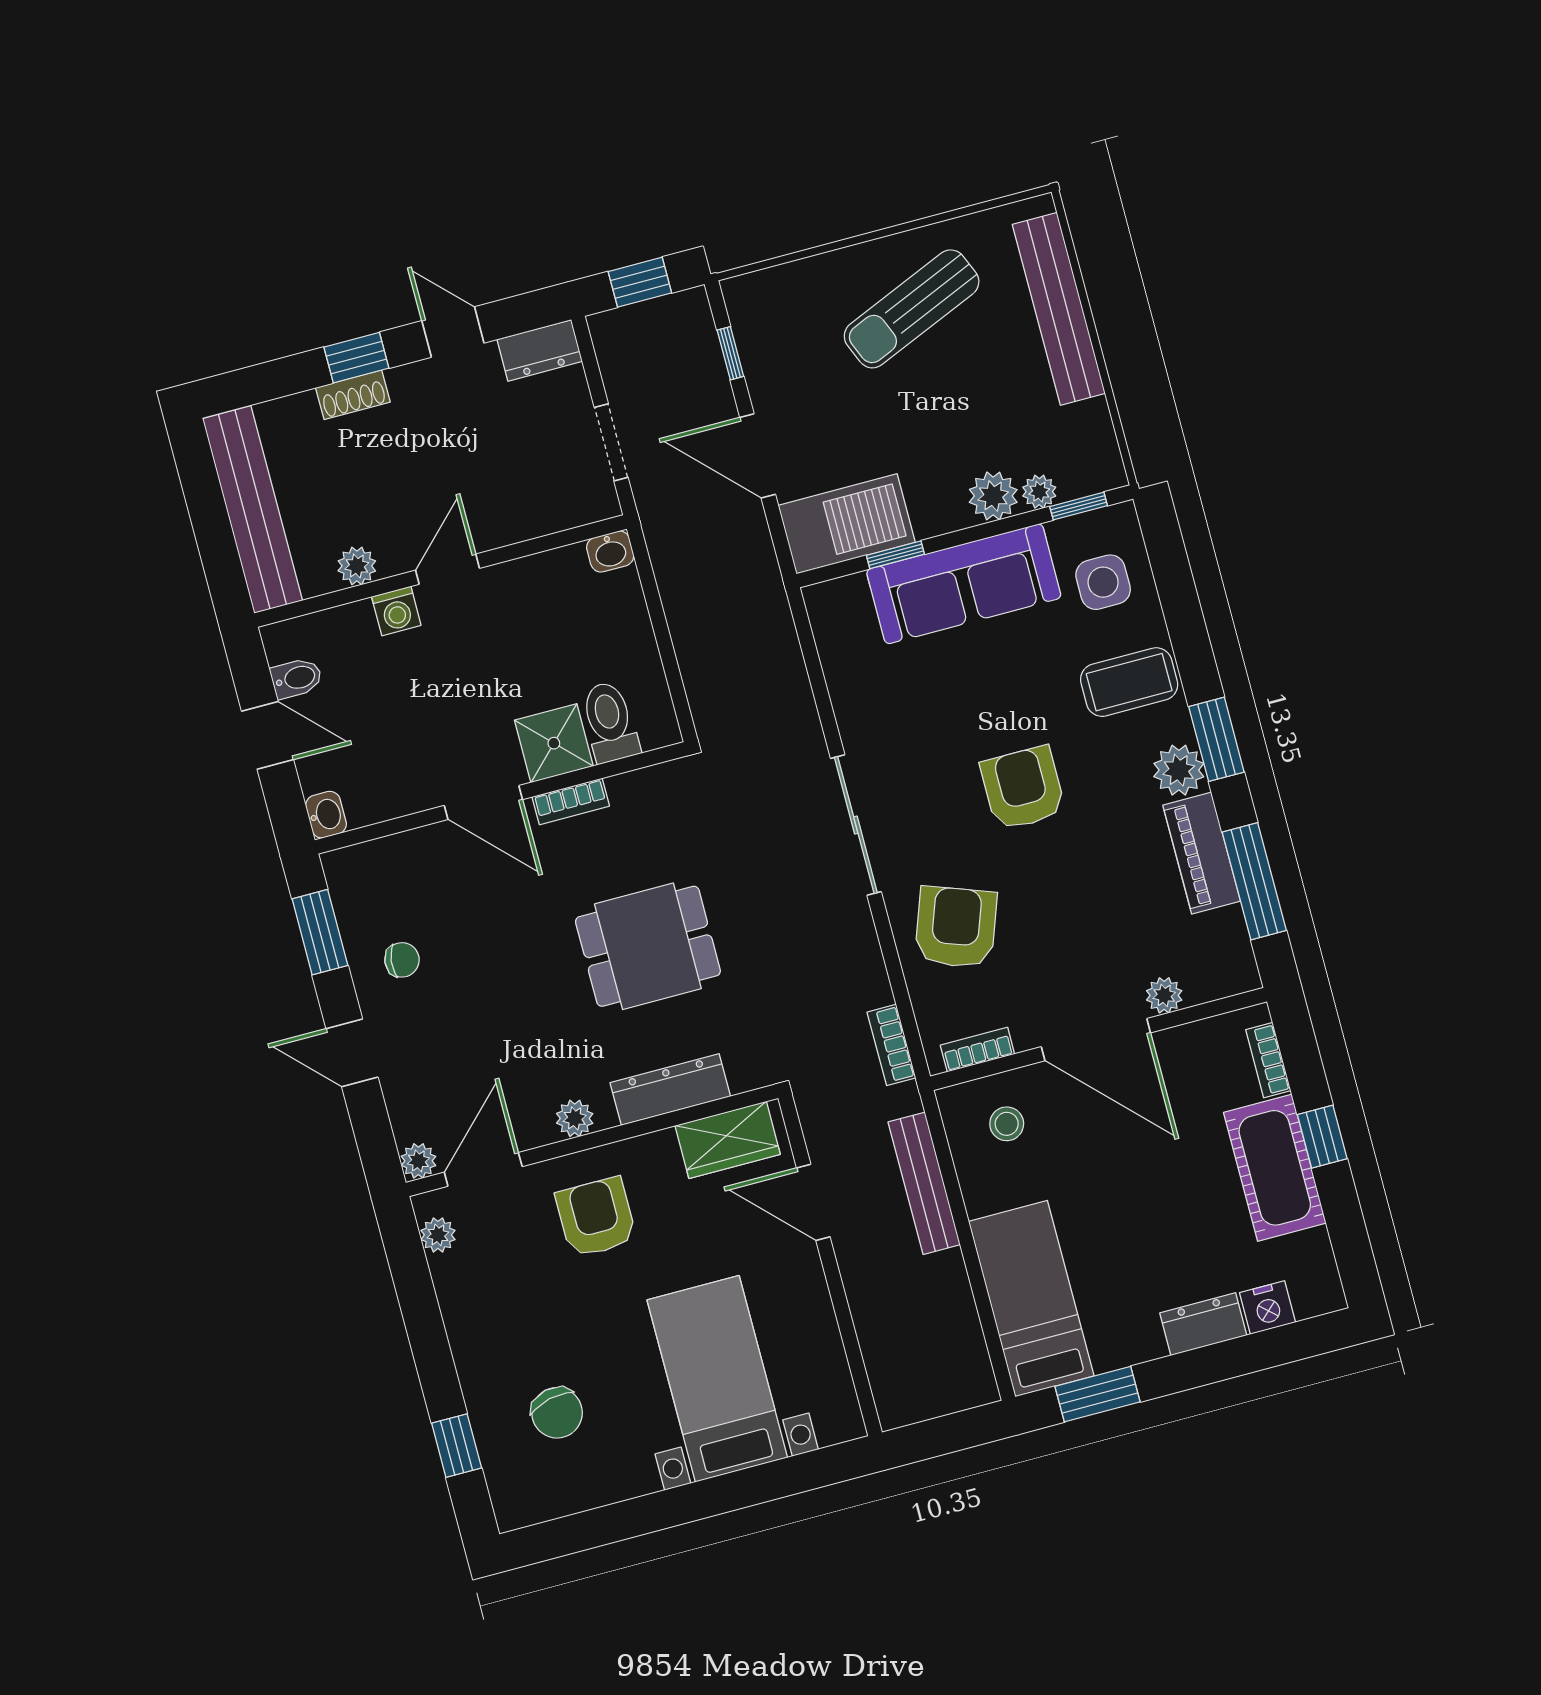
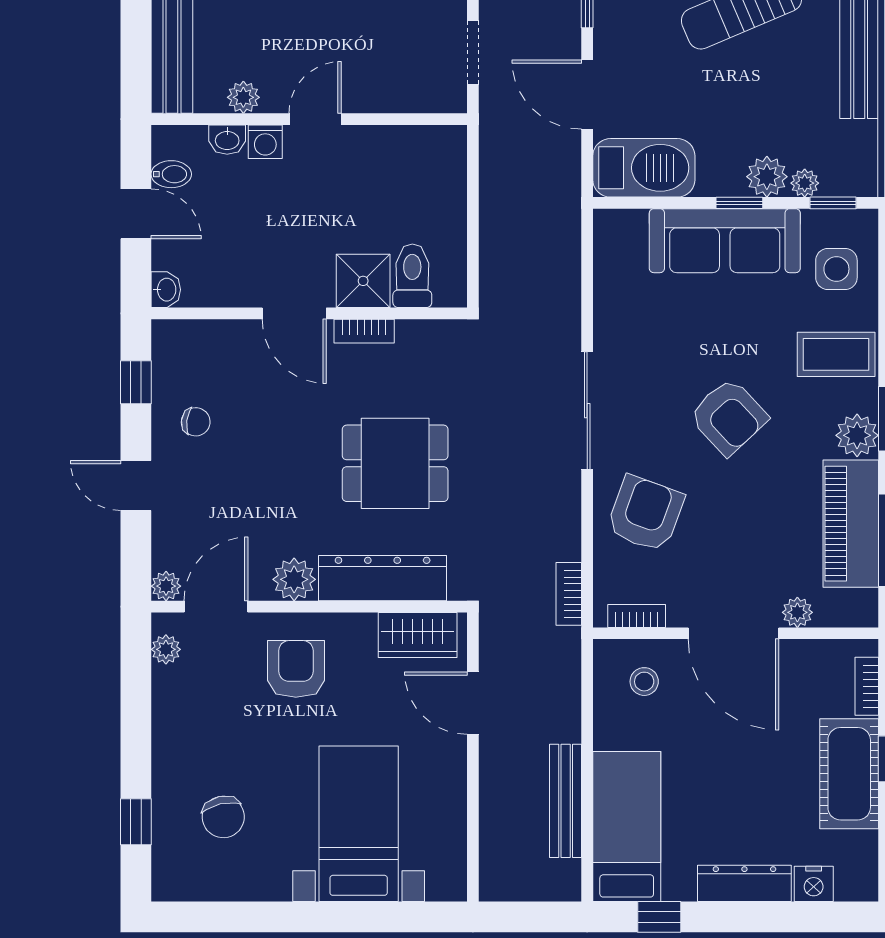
washbasin: (610, 551) -> (227, 140), moved
window: (895, 555) -> (739, 203), moved
armchair: (1023, 788) -> (729, 417), turned 137
piano: (1202, 853) -> (851, 524), width x1.37, depth x1.33
window: (320, 932) -> (136, 382), width x0.67
dresser: (670, 1090) -> (383, 578), width x1.37, depth x1.24
plant: (575, 1118) -> (294, 579), width x1.38, depth x1.38
bench: (924, 1183) -> (566, 801), moved
dresser: (1203, 1324) -> (744, 883), width x1.44
window: (1098, 1394) -> (659, 917), width x0.67

